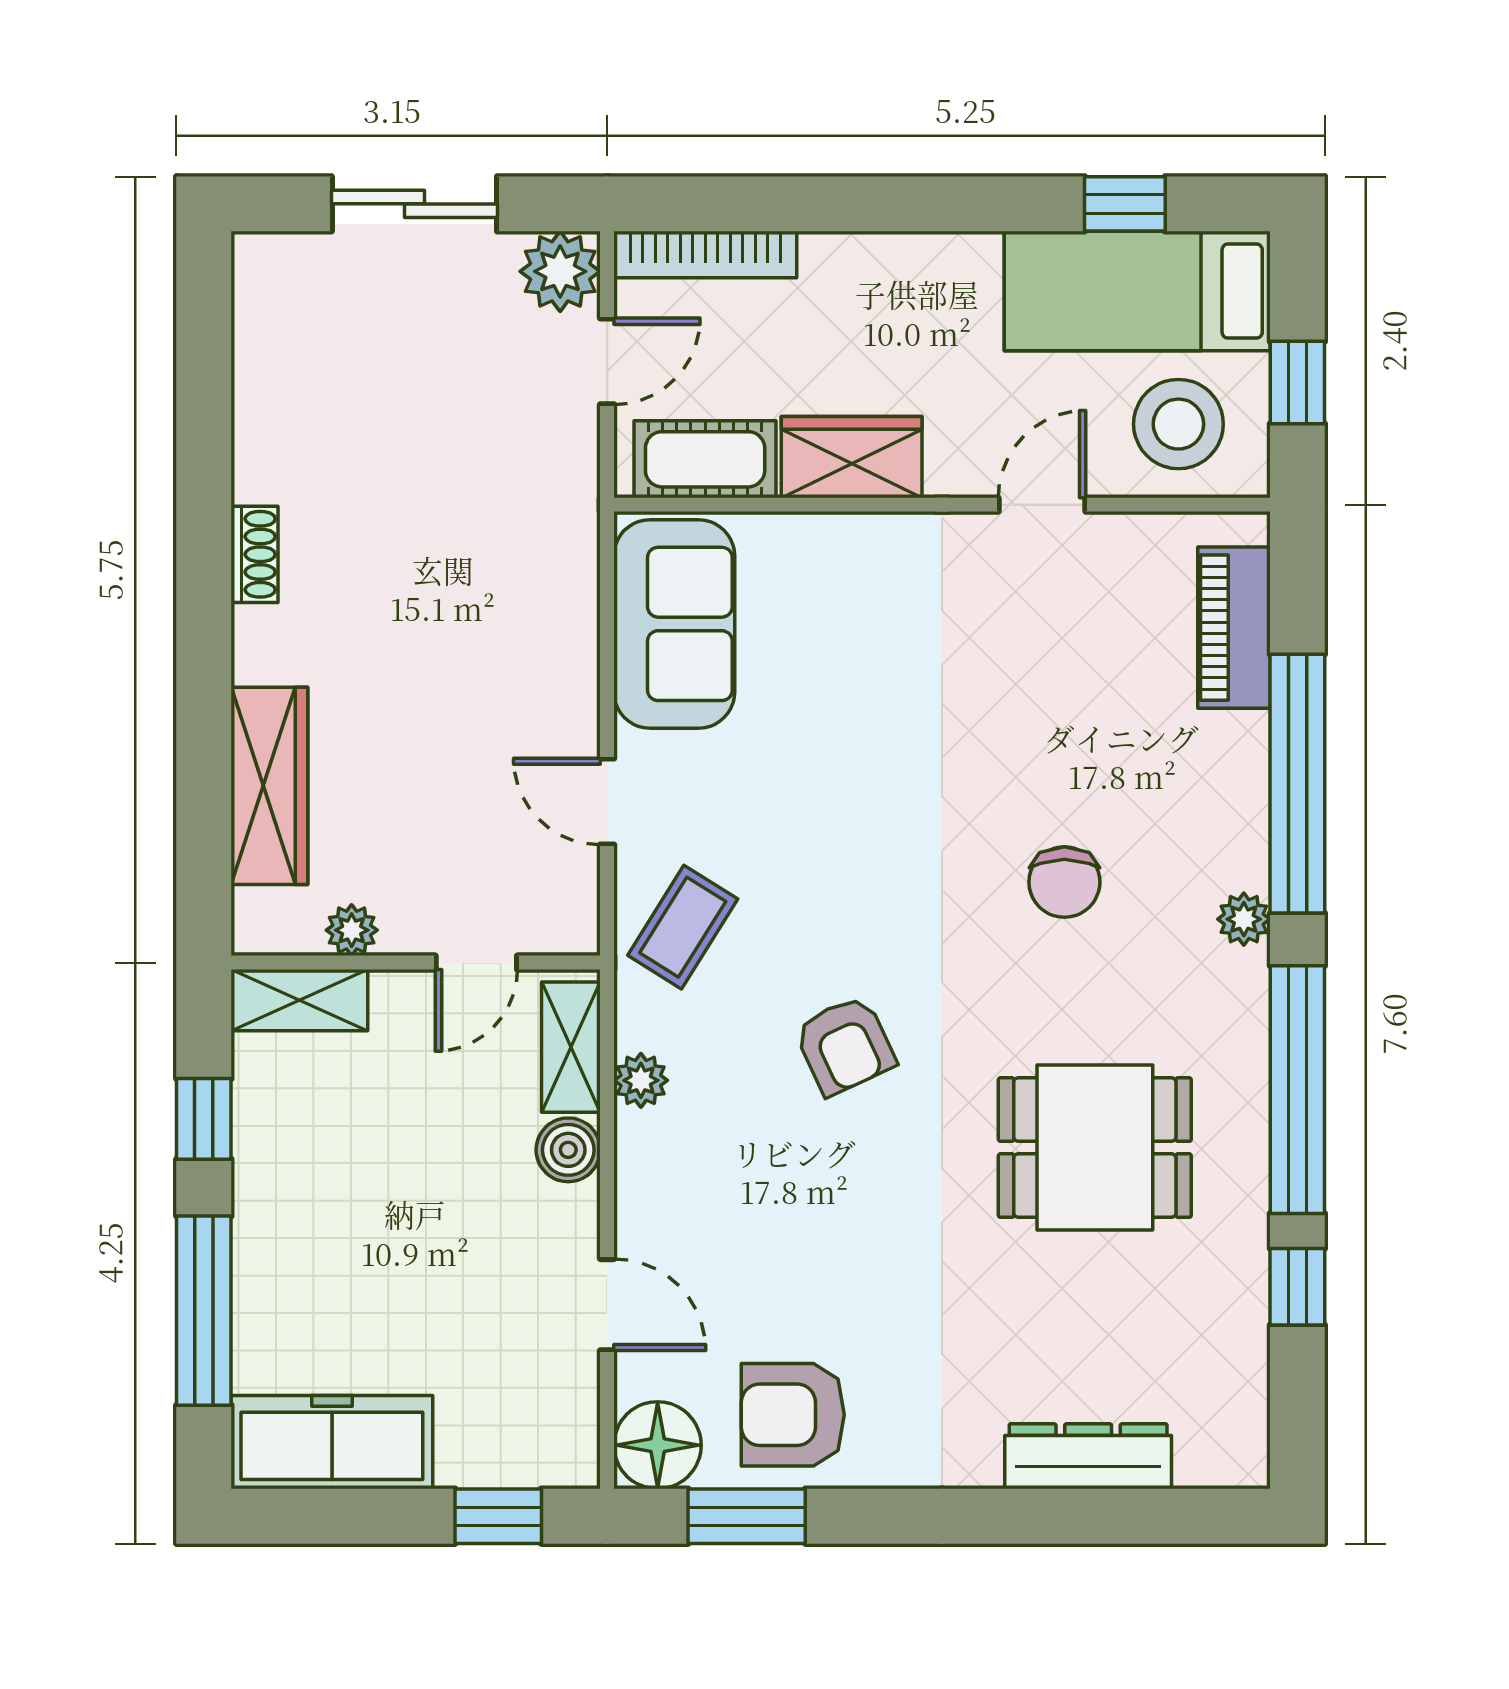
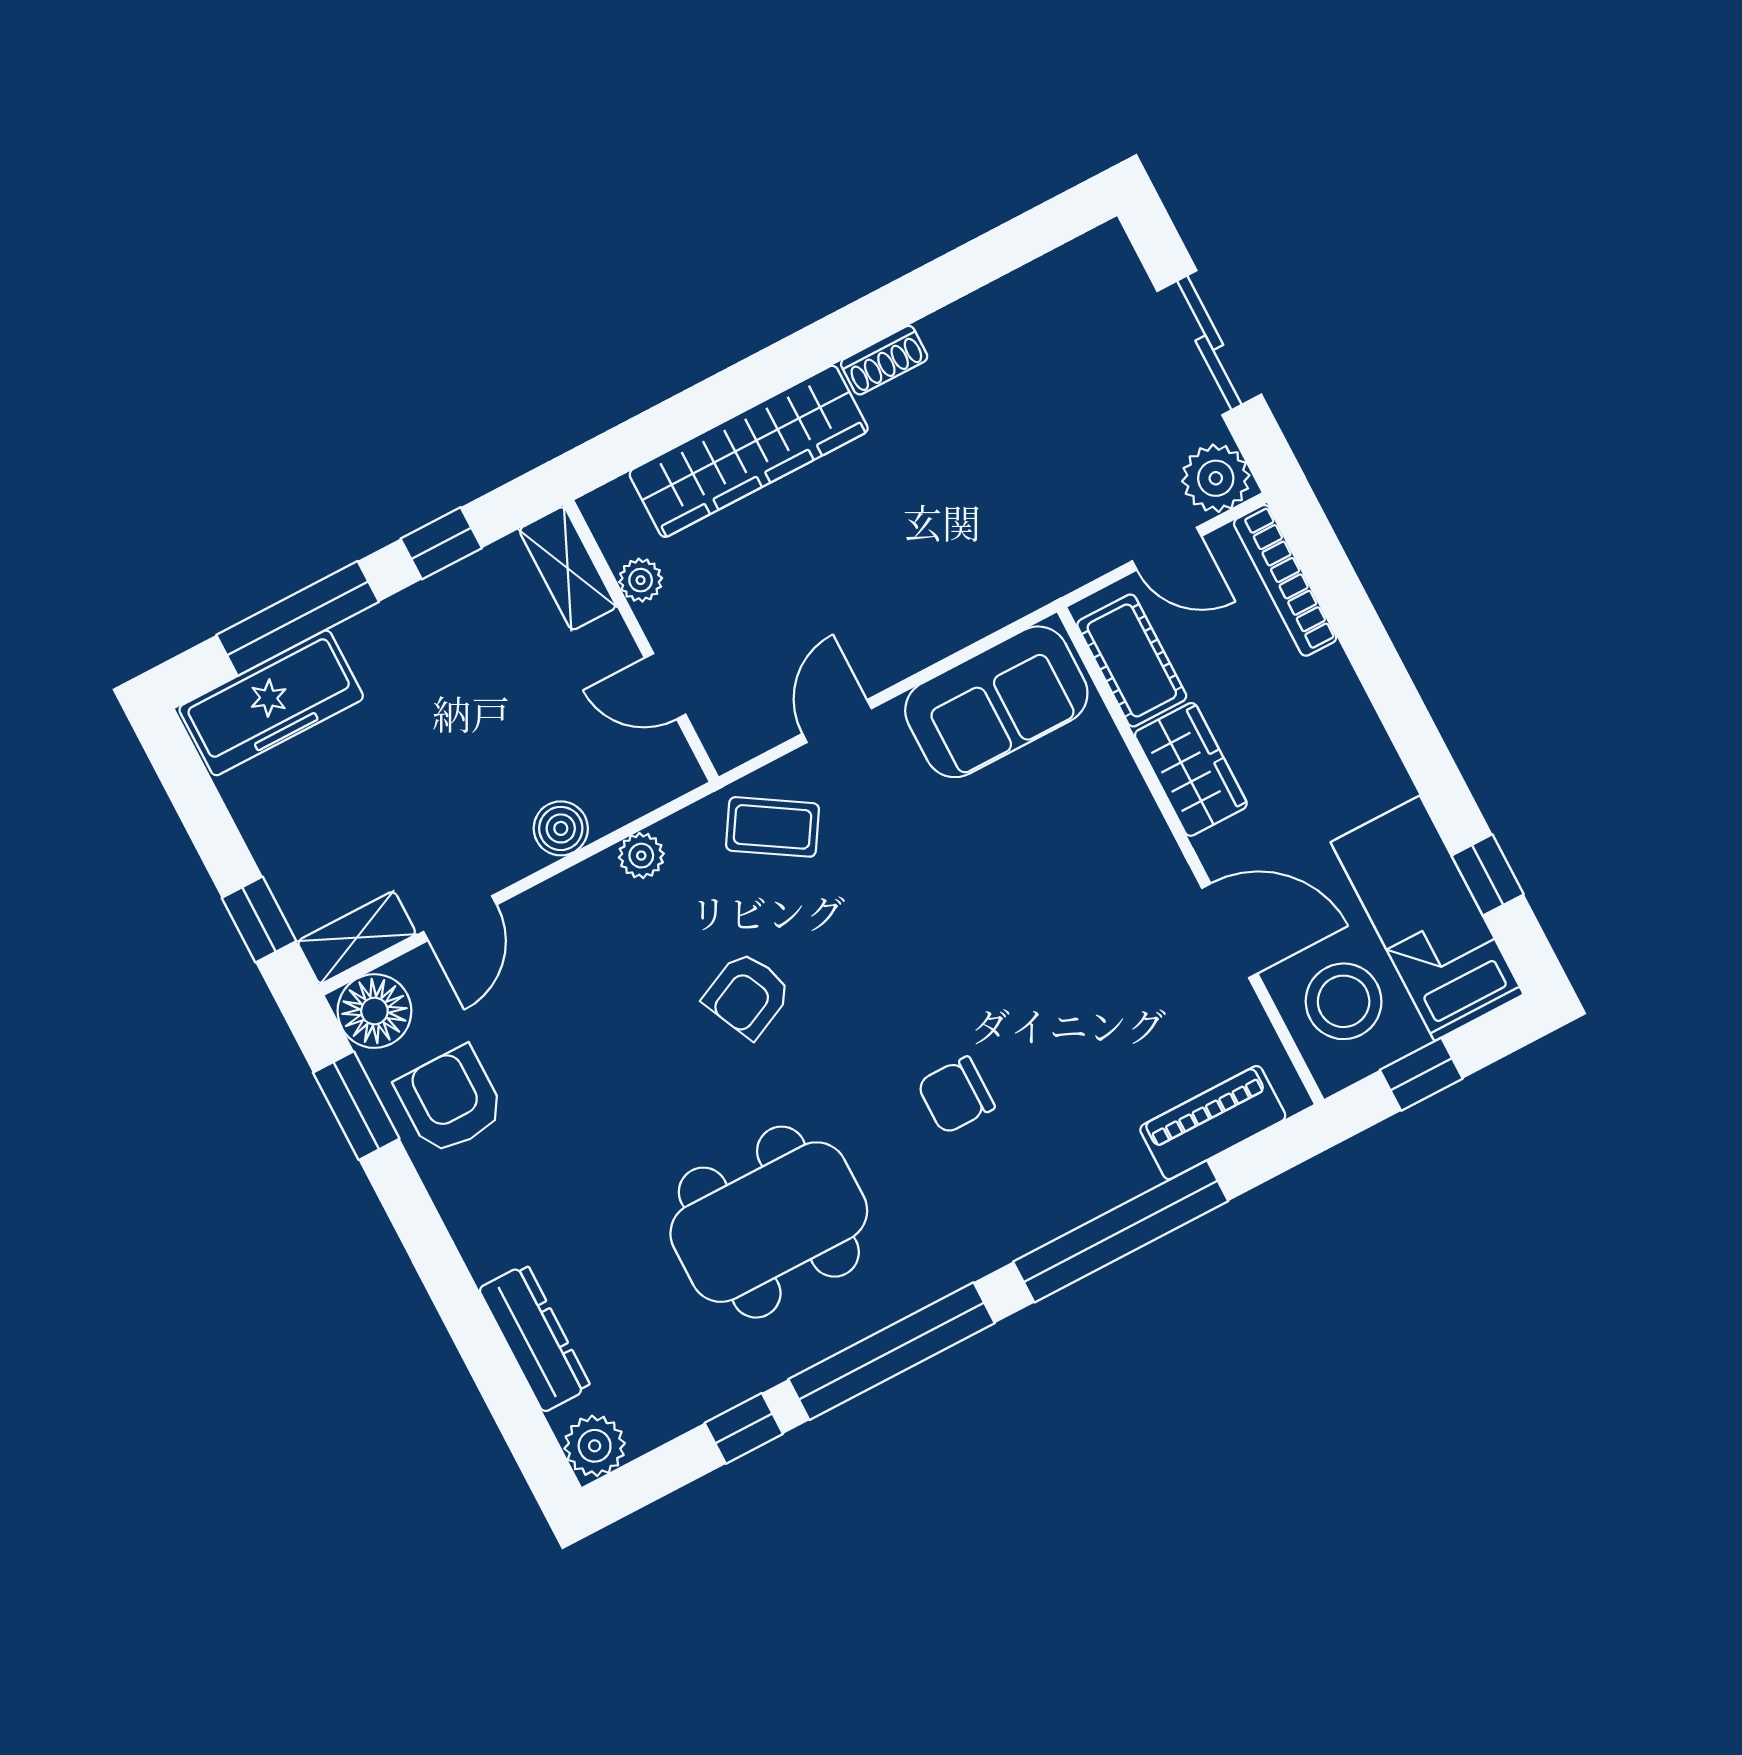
door: (1042, 505) -> (1230, 931), width x1.38
wardrobe: (269, 786) -> (749, 451), width x1.40, depth x1.17
plant: (1244, 919) -> (595, 1446), moved, width x1.38, depth x1.38
shelving: (571, 1047) -> (357, 938), moved
dining table: (1095, 1148) -> (769, 1222), width x1.38
freezer: (332, 1442) -> (271, 703), moved, turned 90

